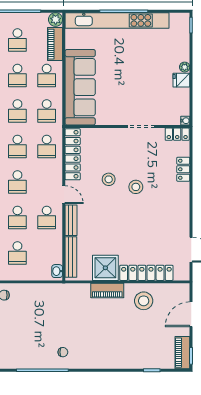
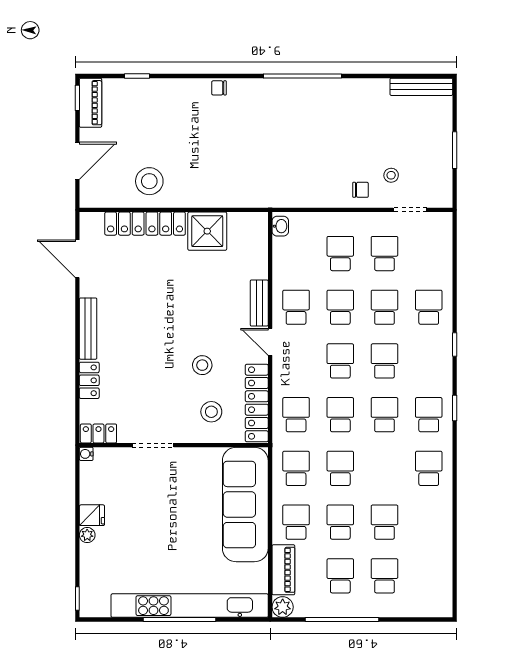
stool: (136, 187) -> (211, 412), moved
bench: (71, 257) -> (88, 329), moved
piano: (107, 291) -> (204, 197), removed
chair: (63, 352) -> (219, 88), moved

